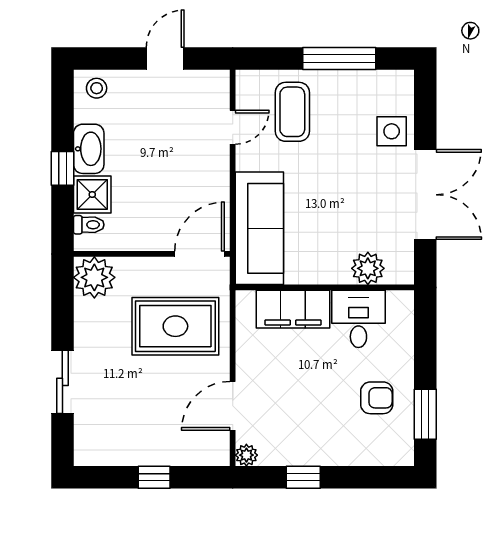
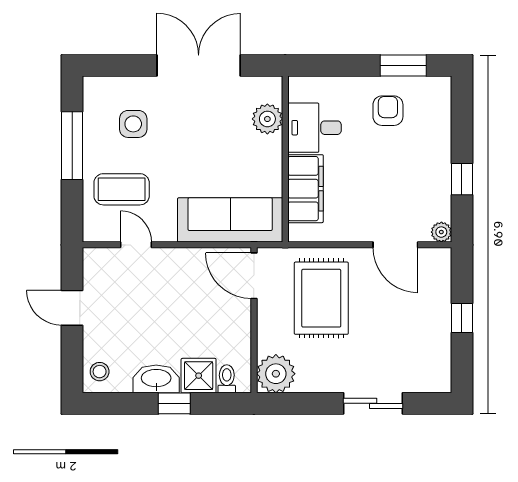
side table: (392, 131) -> (133, 124), moved

